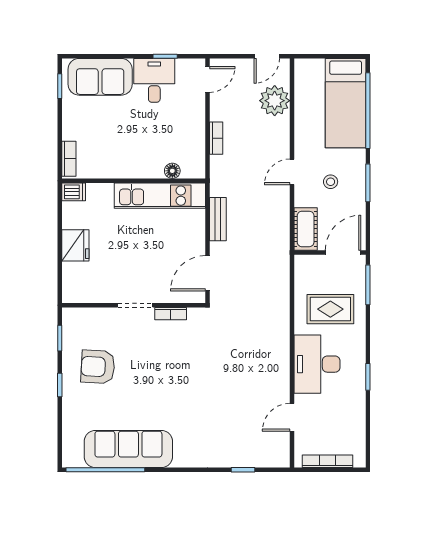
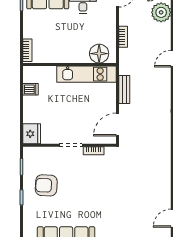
floor lamp: (172, 171) -> (99, 54), width x1.89, depth x1.89
dishwasher: (74, 192) -> (30, 89), moved
fridge: (75, 245) -> (32, 134), moved

